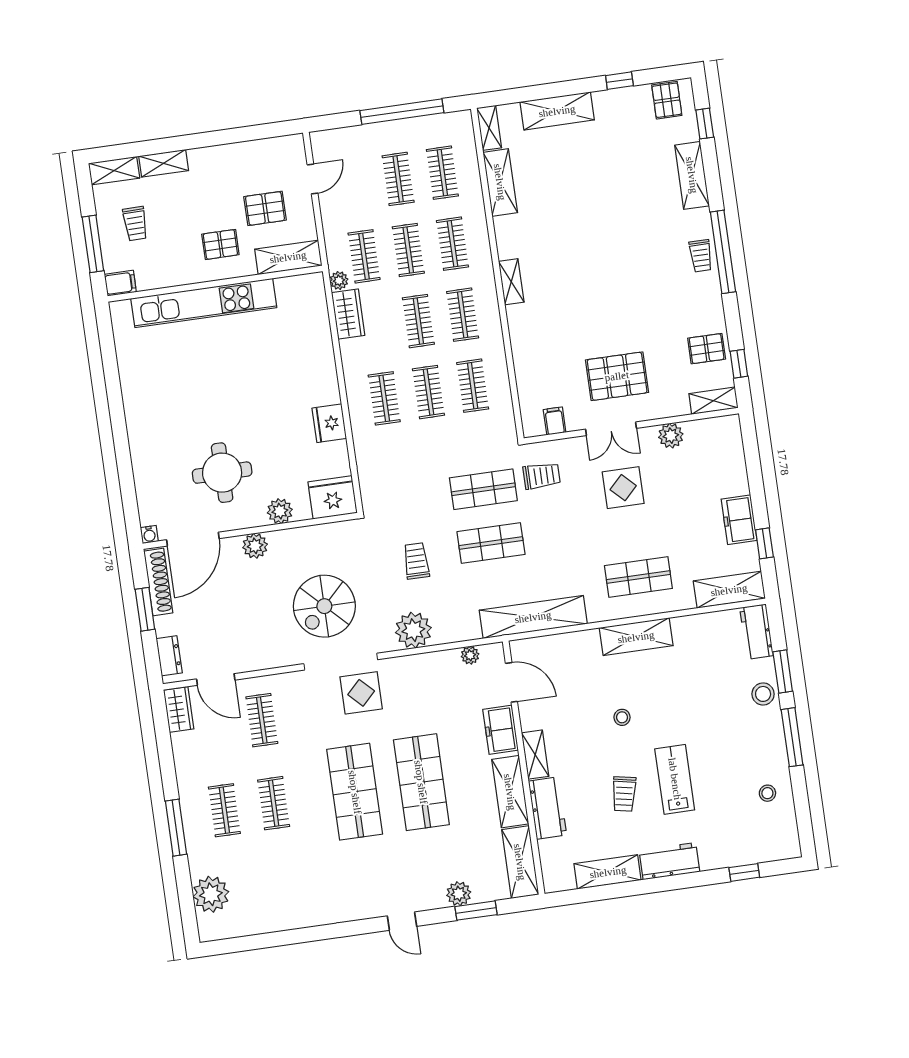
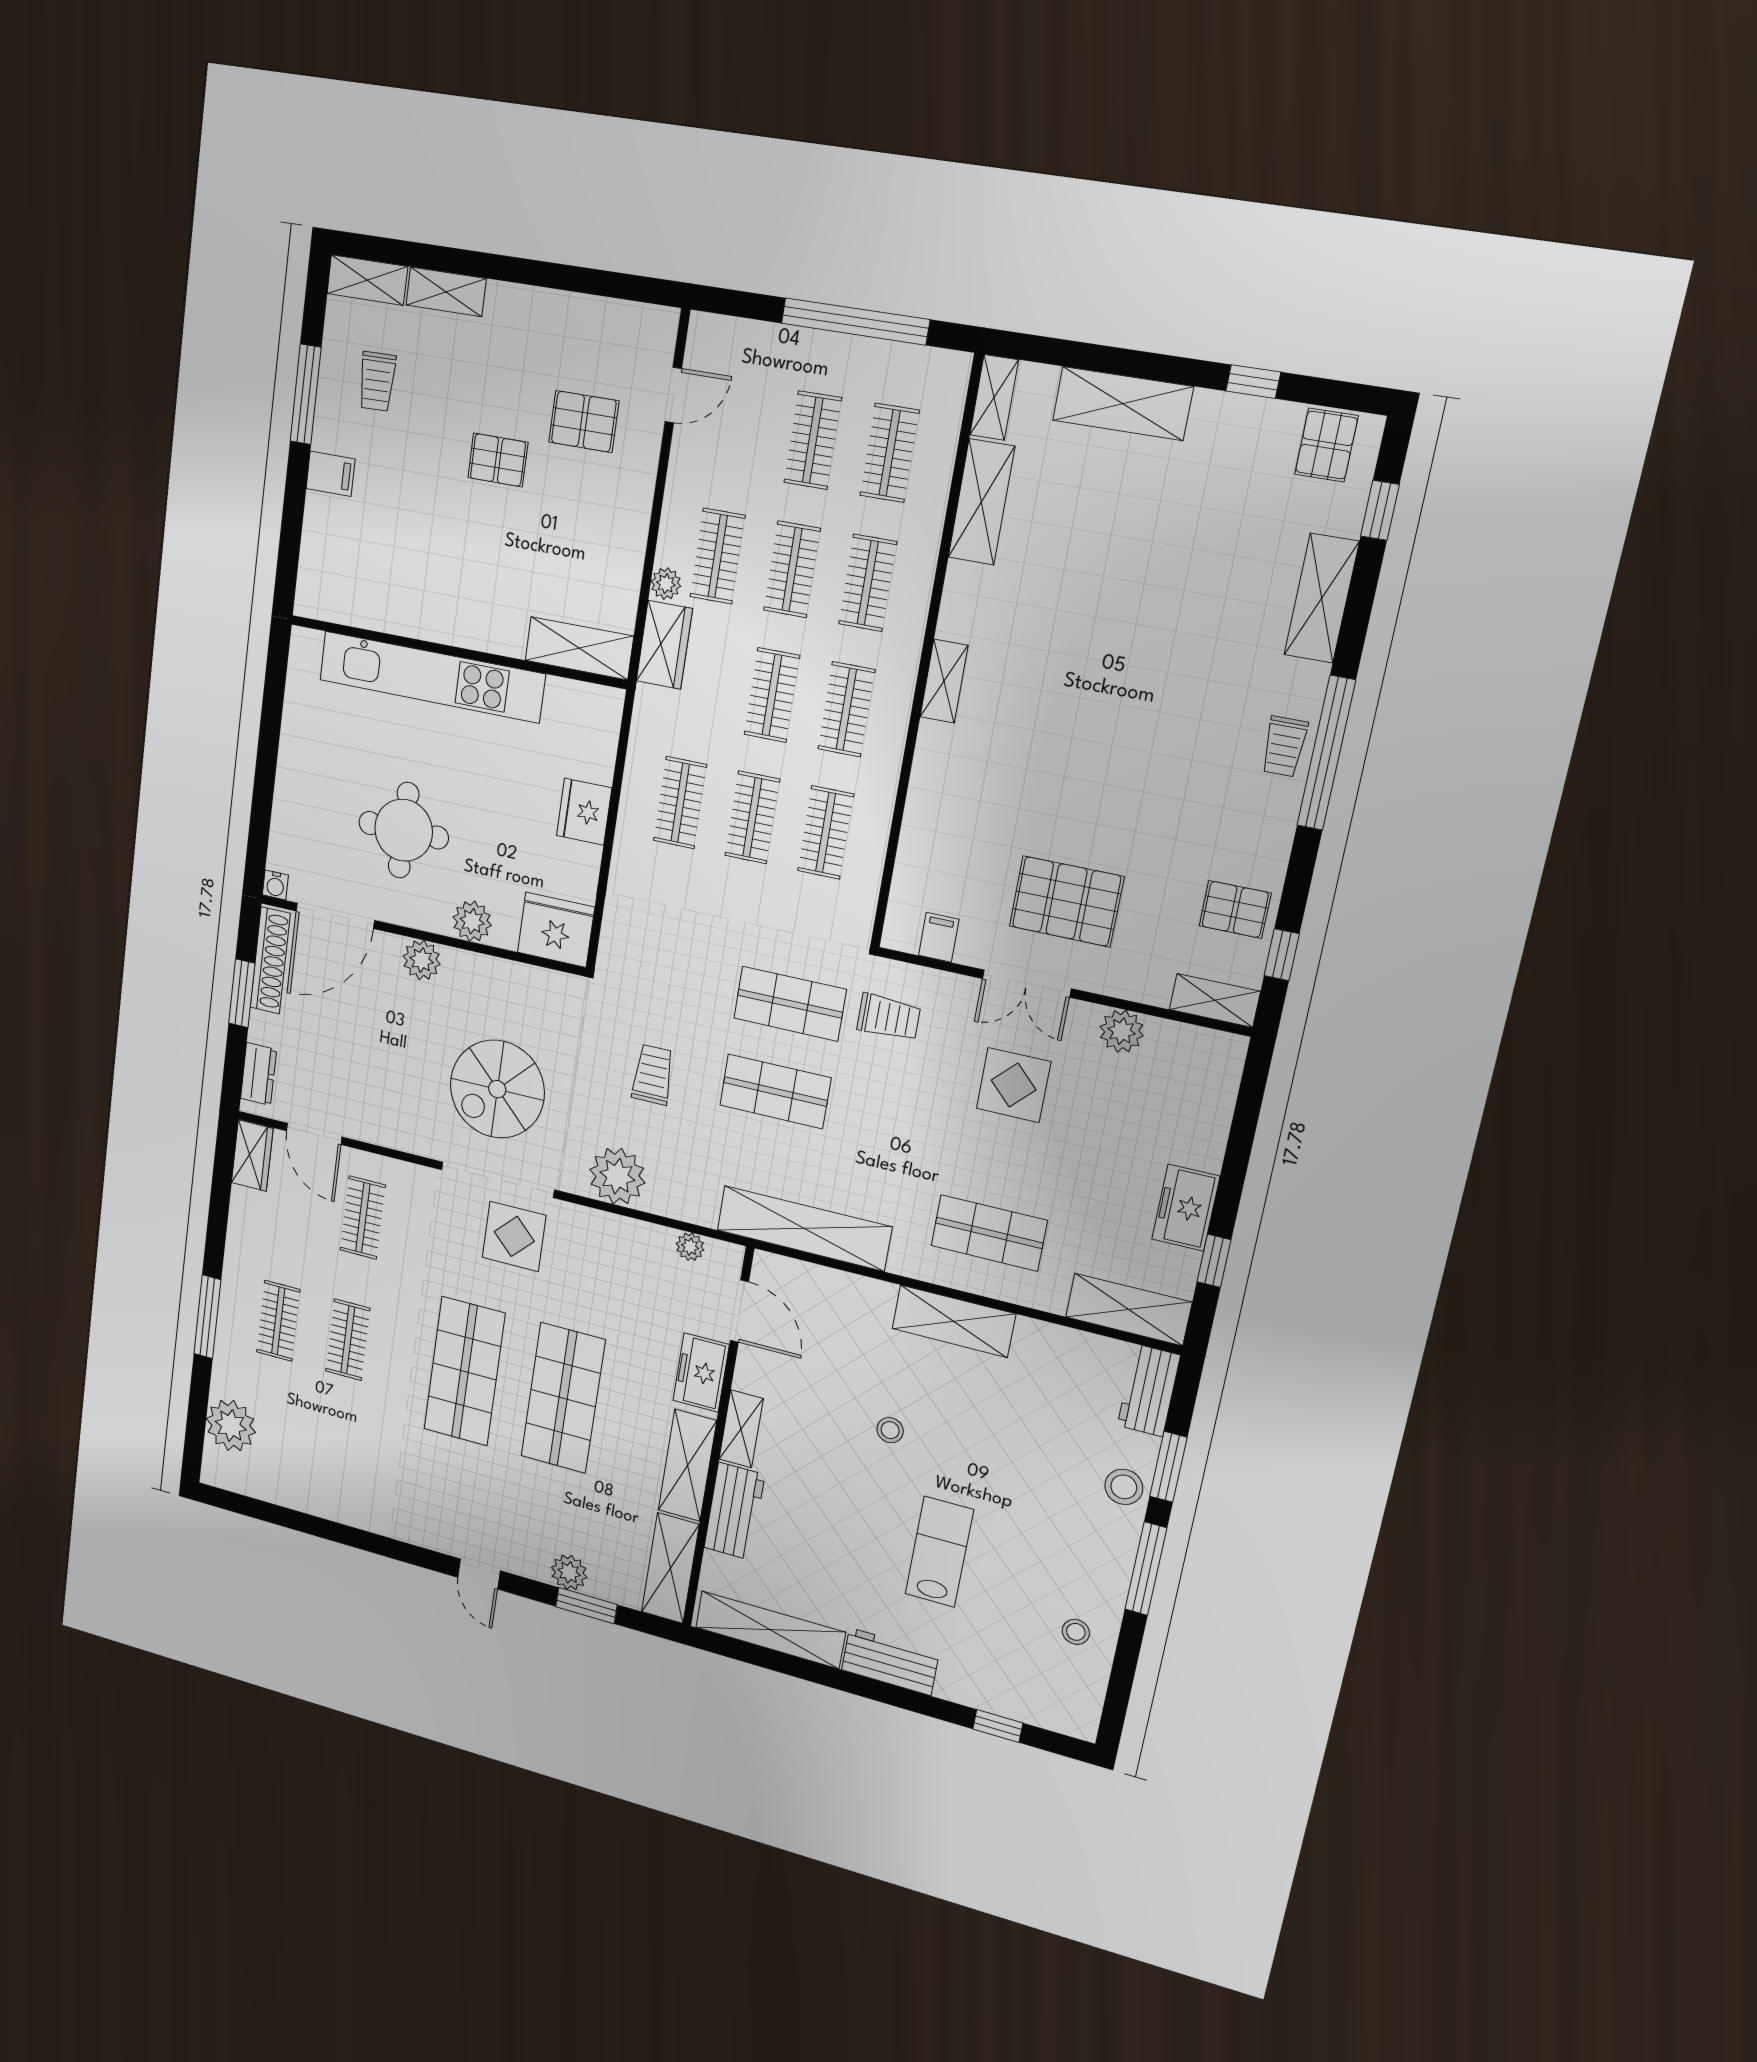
shelving: (288, 257) -> (579, 648), moved
wall: (215, 284) -> (456, 652), moved
kitchen unit: (204, 303) -> (431, 677), moved
trolley: (624, 794) -> (855, 1540), removed
shelving: (608, 872) -> (770, 1630), width x1.47

